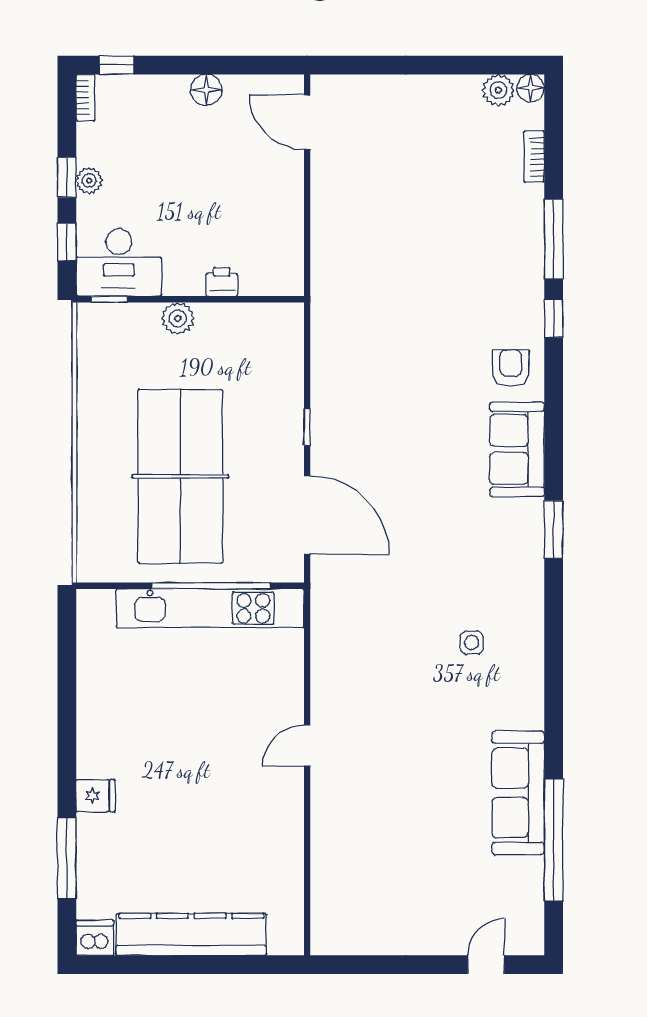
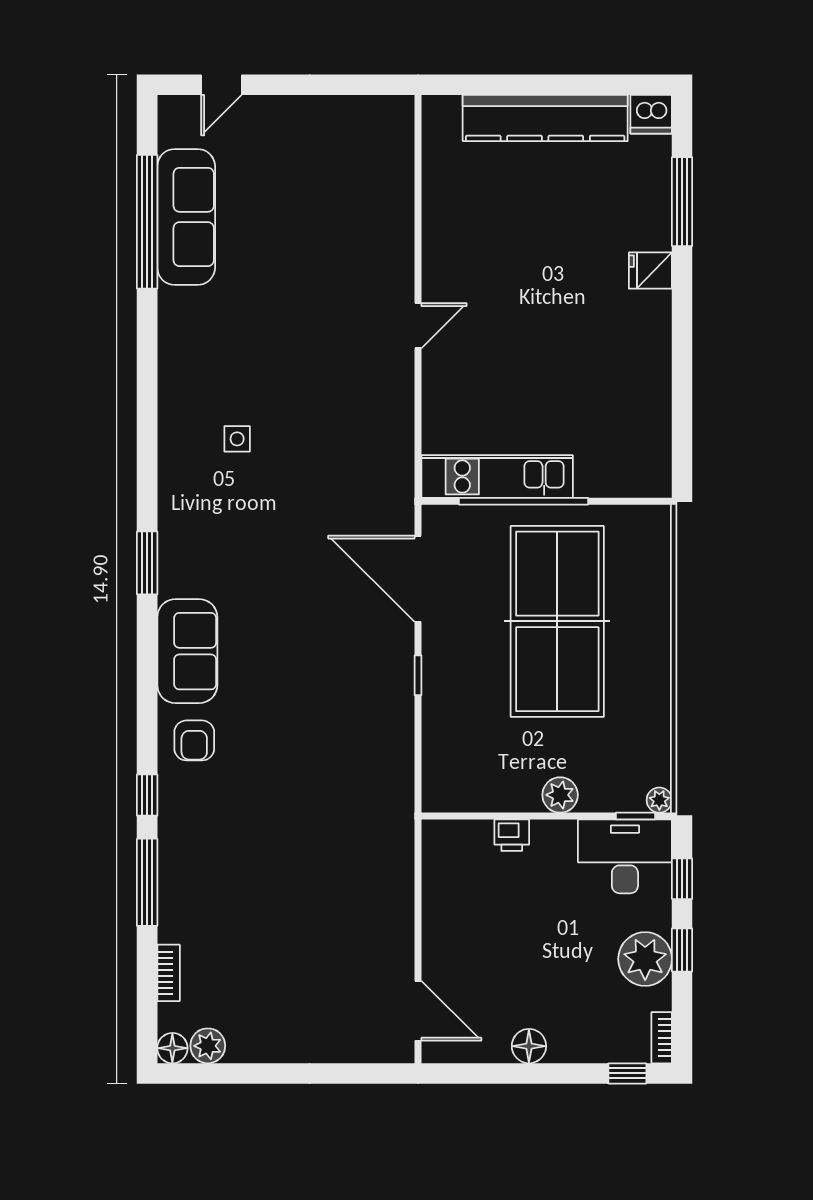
plant: (89, 181) -> (645, 959), width x1.88, depth x1.88
plant: (88, 314) -> (659, 800), added
kitchen unit: (210, 608) -> (497, 477), width x0.73
sofa: (518, 793) -> (186, 217), moved

